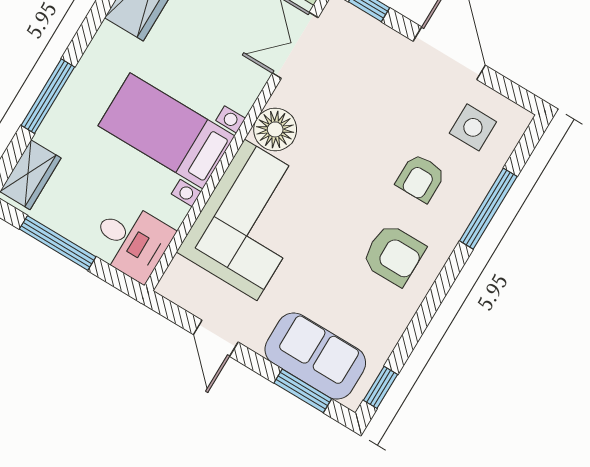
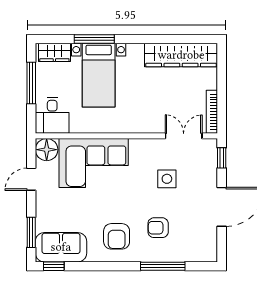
side table: (473, 127) -> (167, 179), moved
floor lamp: (275, 129) -> (47, 150), moved
bed with nightstands: (166, 131) -> (99, 75), moved, turned 180
sofa: (315, 356) -> (61, 247), moved, turned -90

